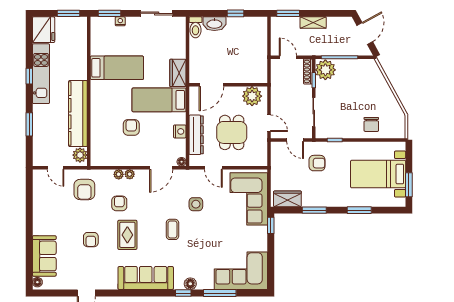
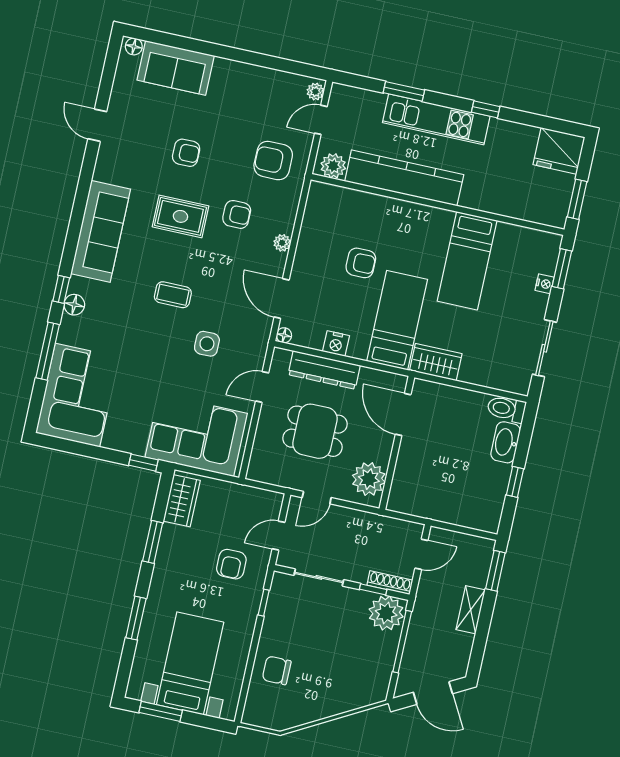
kitchen unit: (41, 74) -> (436, 119), moved
plant: (119, 174) -> (315, 92), moved
armchair: (91, 240) -> (186, 153), turned 180

